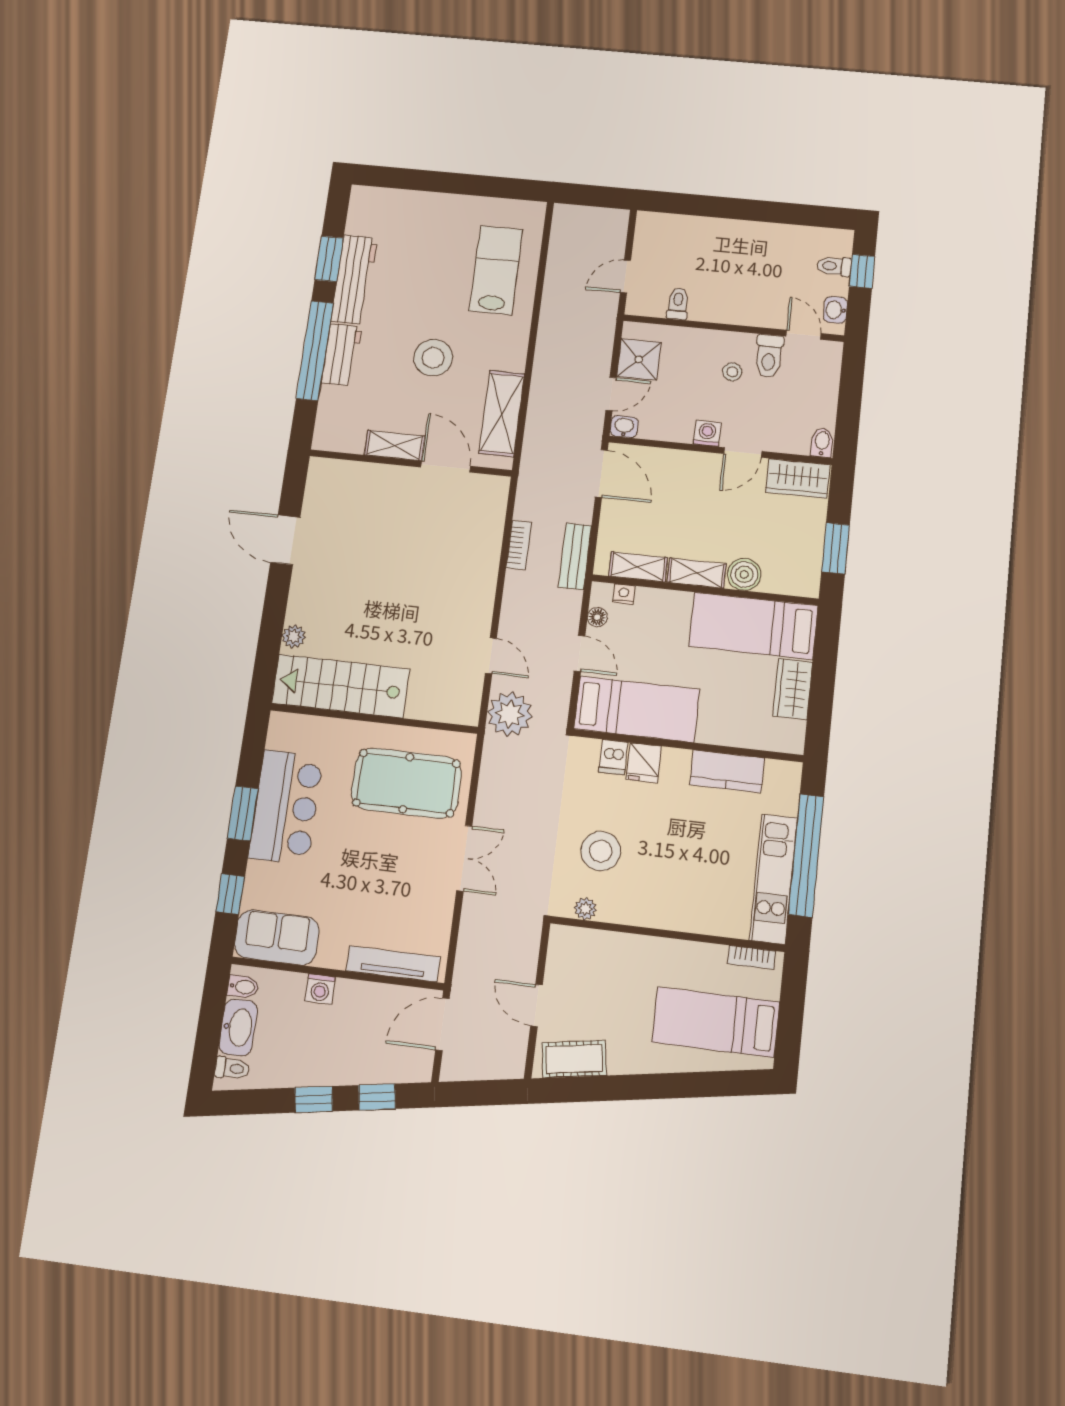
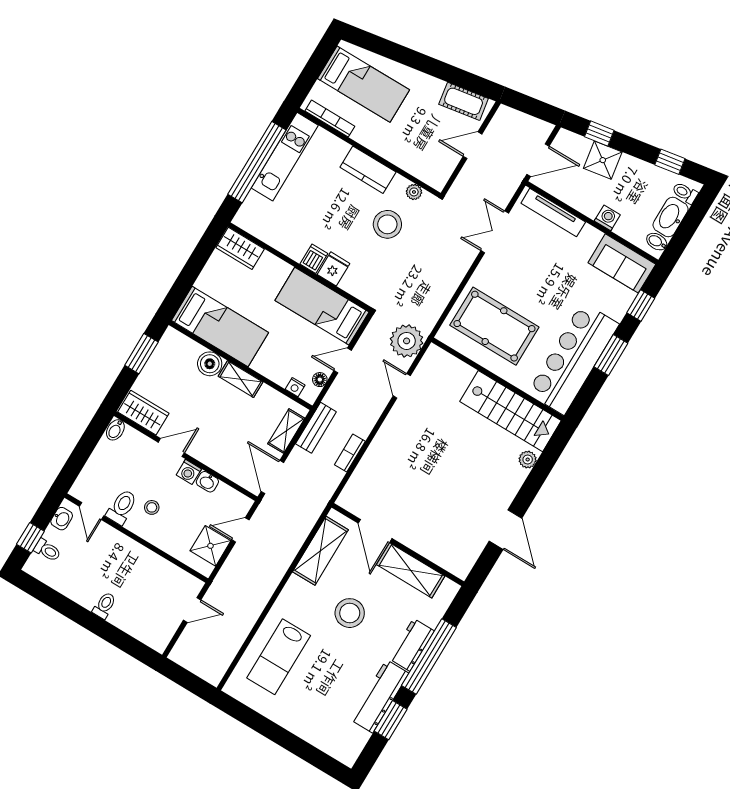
toilet: (678, 304) -> (104, 605), moved, turned 180
washbasin: (624, 427) -> (207, 482), moved
shelving: (395, 446) -> (411, 570), width x1.50, depth x1.33
shelving: (638, 567) -> (286, 431), moved, turned 90
door: (579, 653) -> (343, 361), hinge flipped
wardrobe: (793, 689) -> (240, 248), moved, turned 90
dishwasher: (613, 757) -> (314, 259), moved
kitchen counter: (727, 771) -> (368, 170), moved, turned 180
bar counter: (286, 807) -> (573, 359), width x1.36
double door: (464, 858) -> (495, 232), moved
bookcase: (751, 957) -> (330, 119), width x1.56
door: (536, 1005) -> (473, 145), swing flipped
shower: (358, 1063) -> (603, 160), added
window: (314, 1099) -> (670, 162), moved

